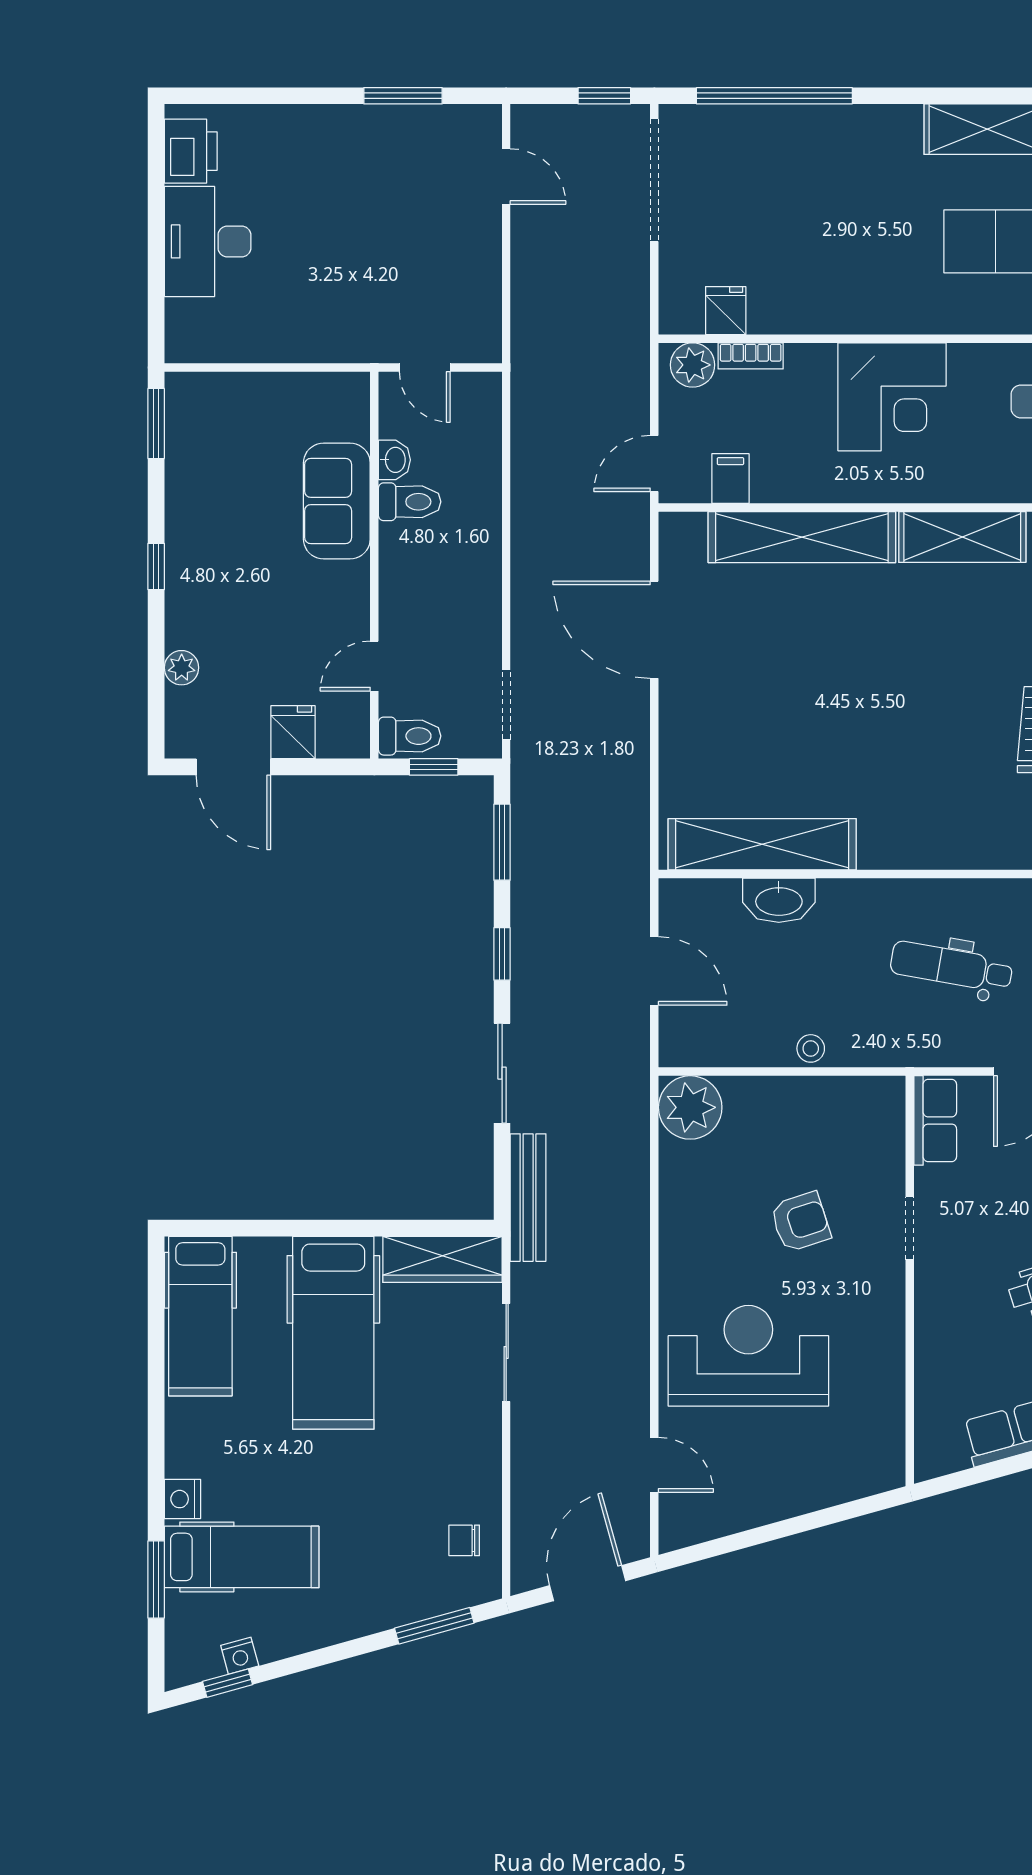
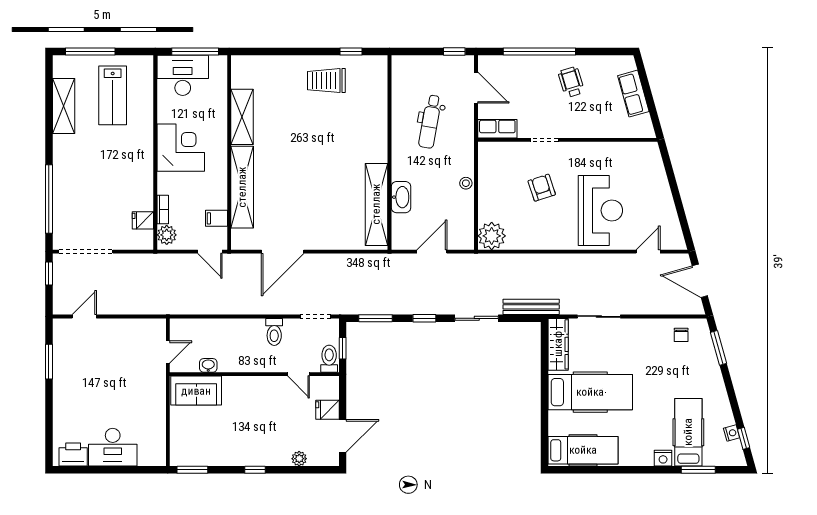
sofa: (337, 501) -> (196, 391), moved
toilet: (410, 502) -> (274, 332), moved, turned 180
reception desk: (748, 1356) -> (600, 210), turned 180

